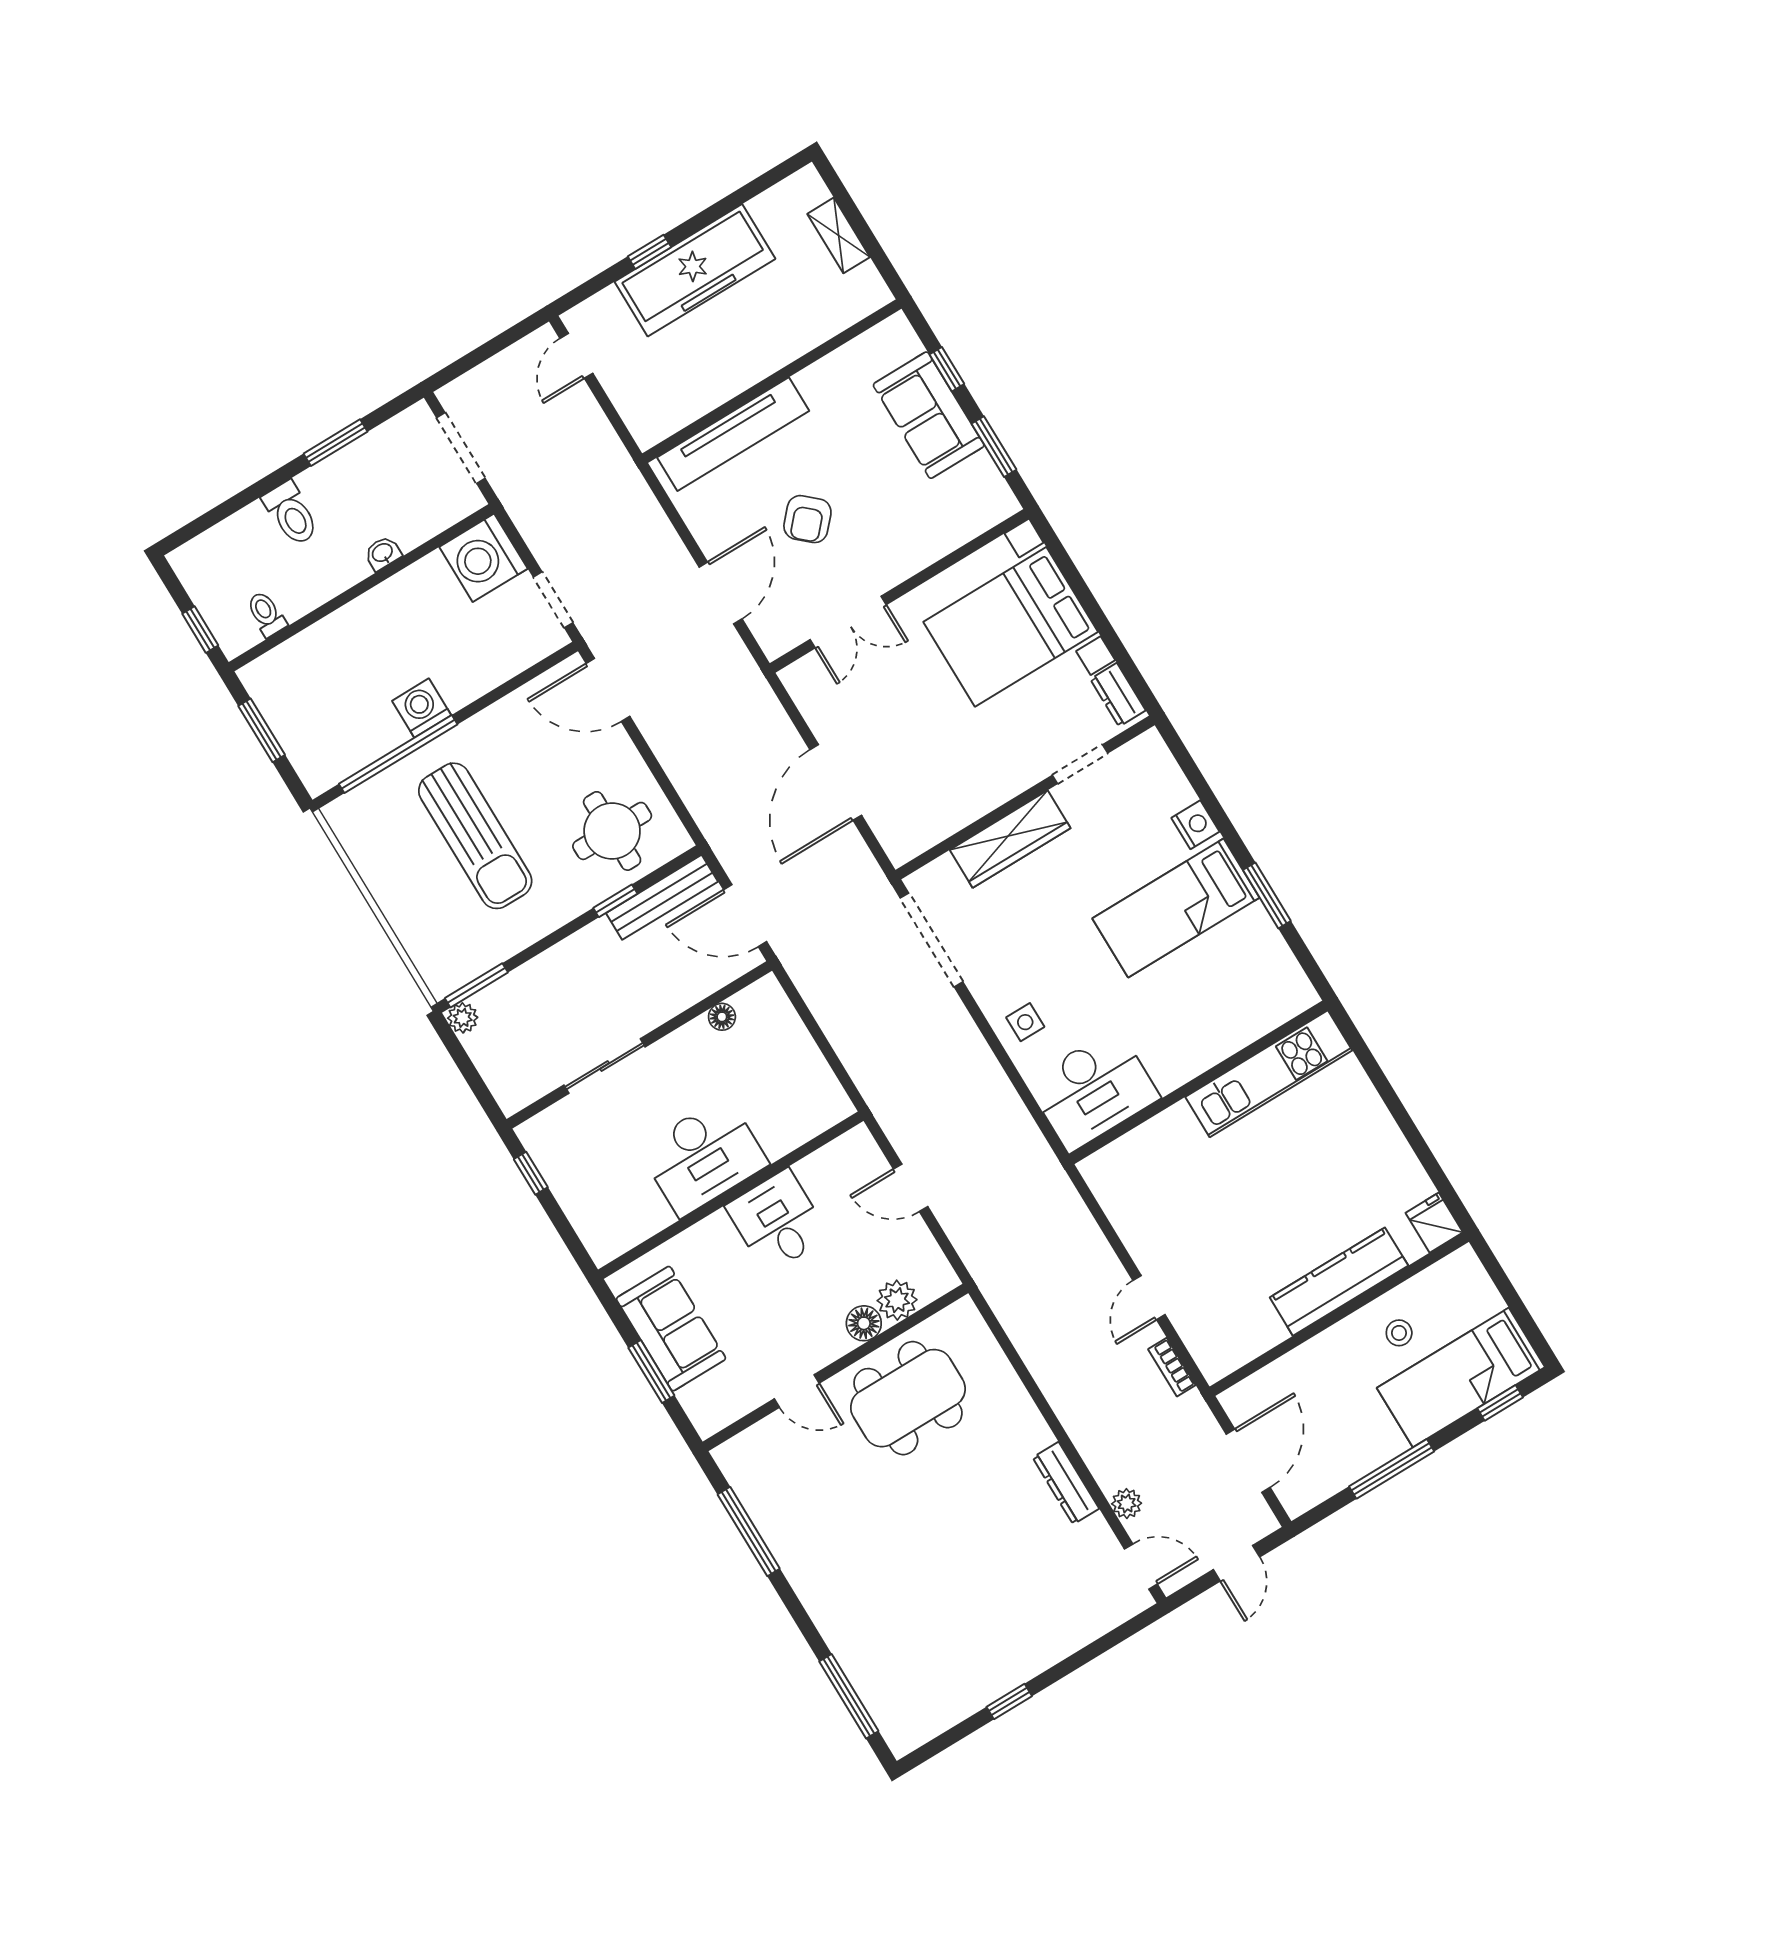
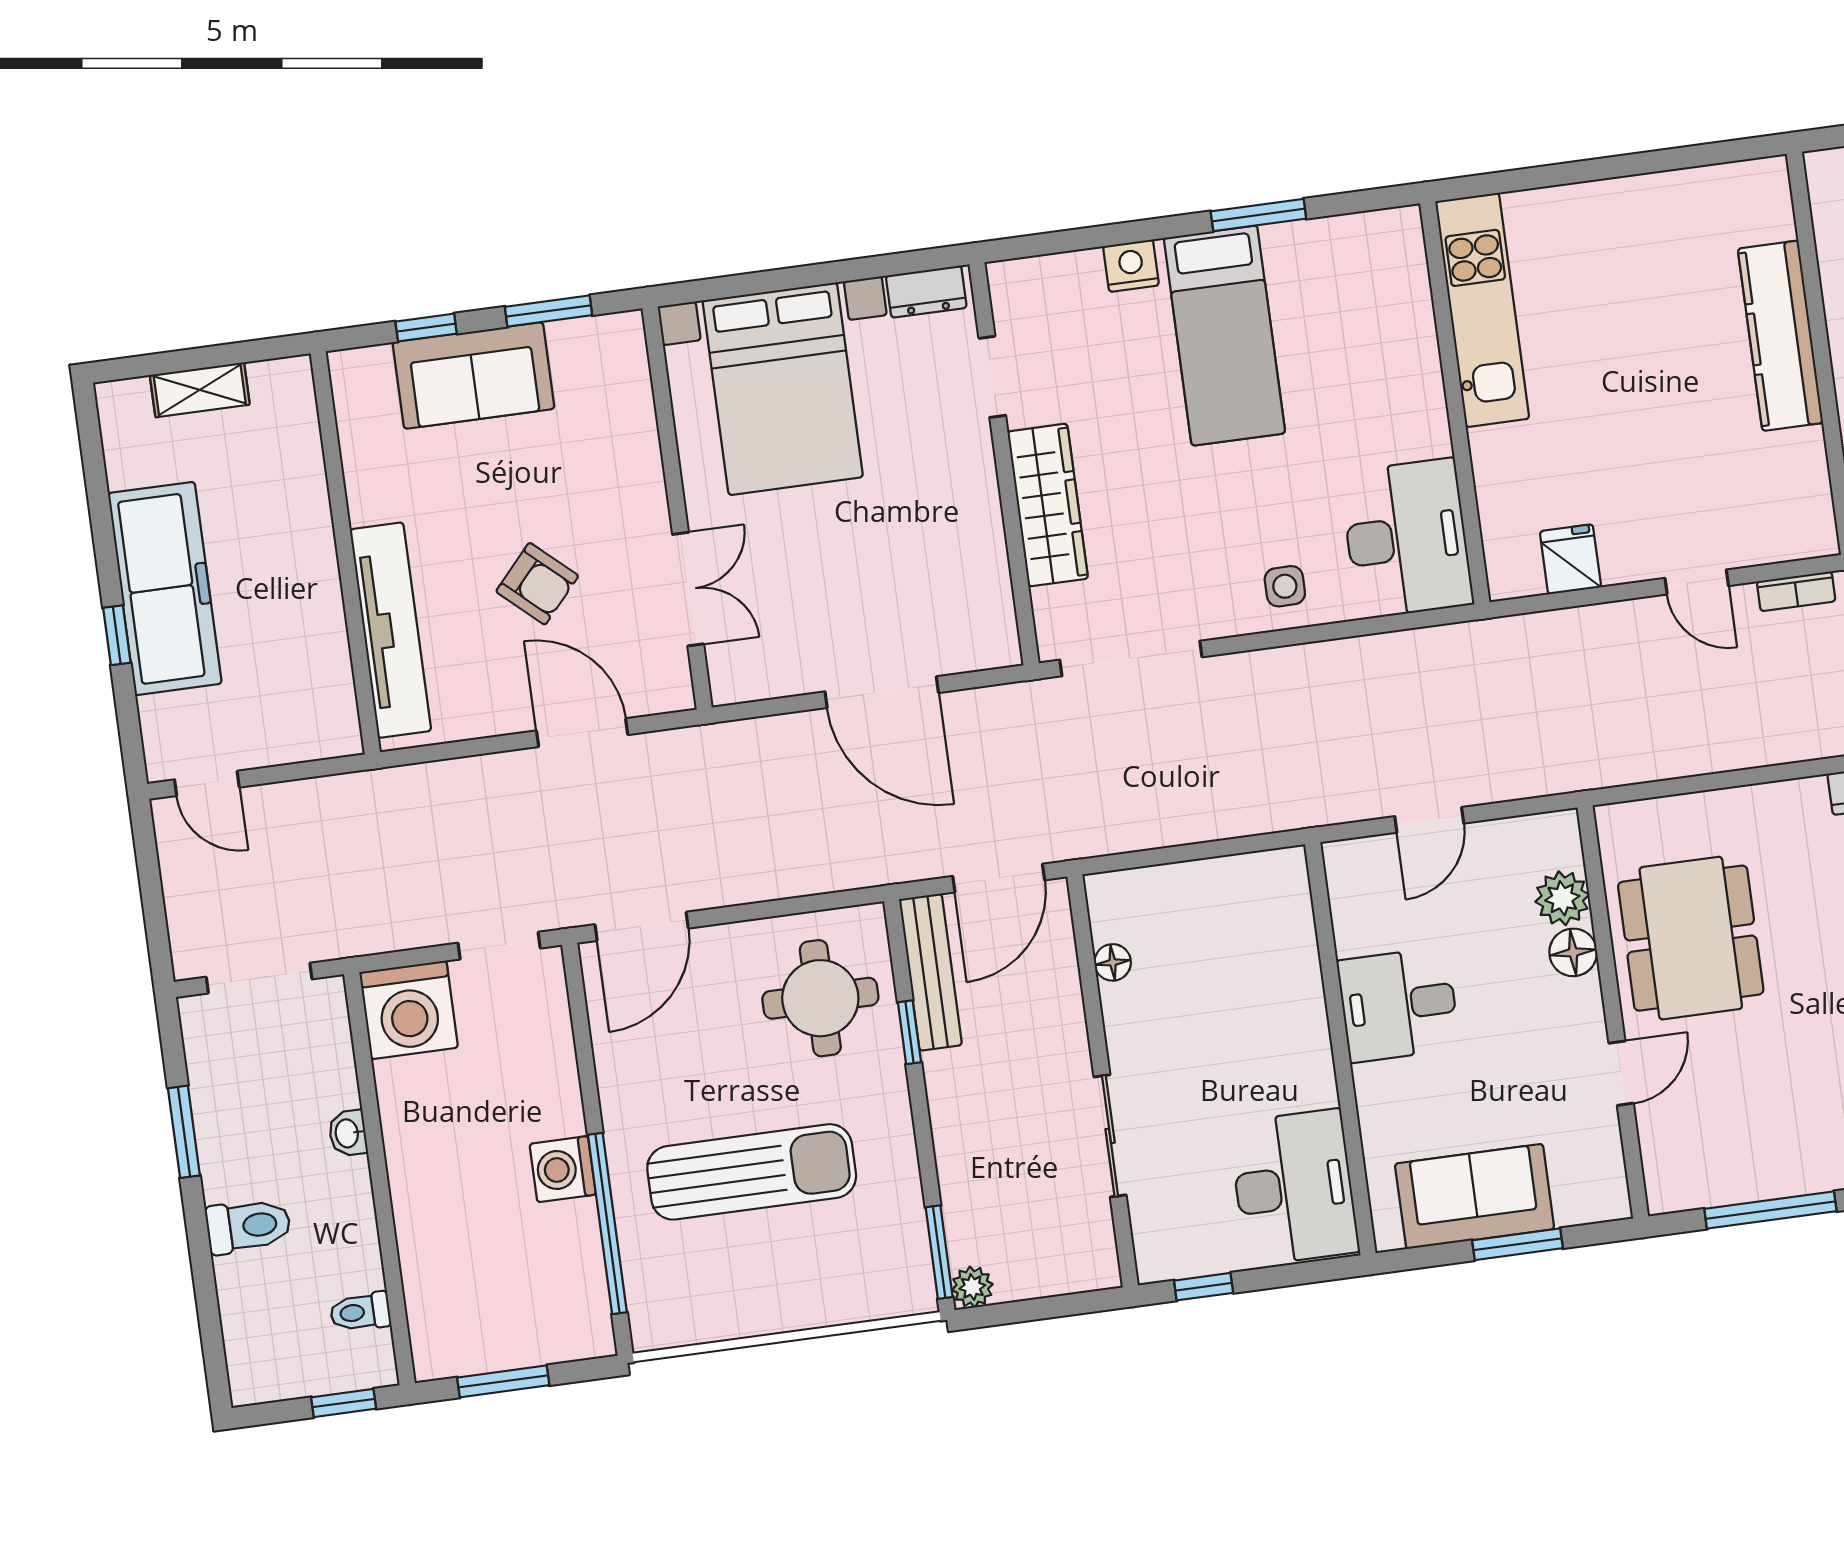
desk: (703, 1156) -> (1294, 1187), moved
fridge: (1434, 1223) -> (1570, 559), moved, turned 90

